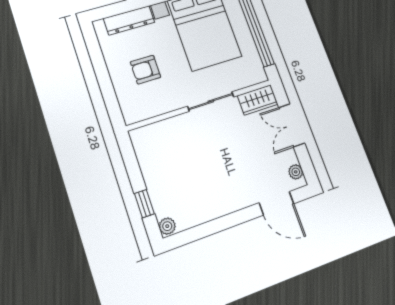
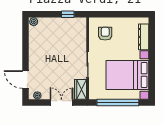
armchair: (146, 70) -> (105, 34), moved
door: (276, 203) -> (25, 79), hinge flipped
window: (144, 204) -> (68, 14), moved

